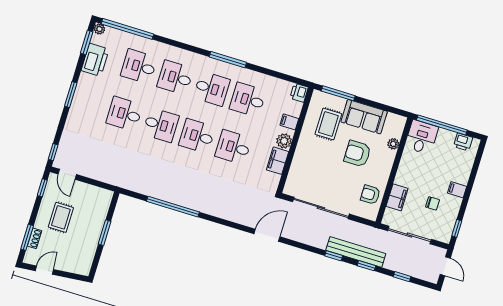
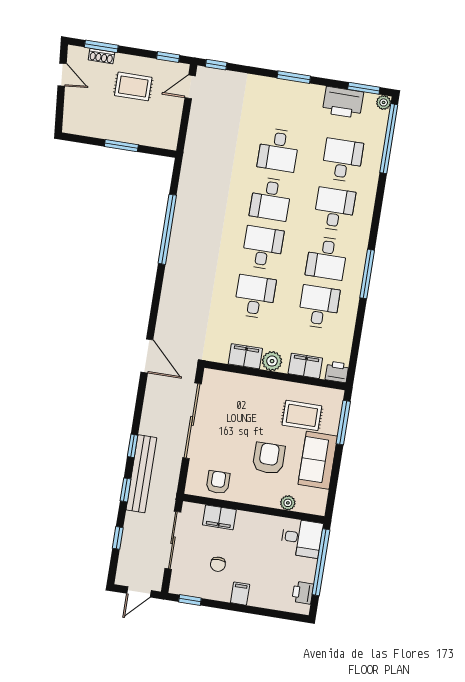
desk: (124, 114) -> (278, 150), turned 180
filing cabinet: (289, 122) -> (305, 366), width x2.00

